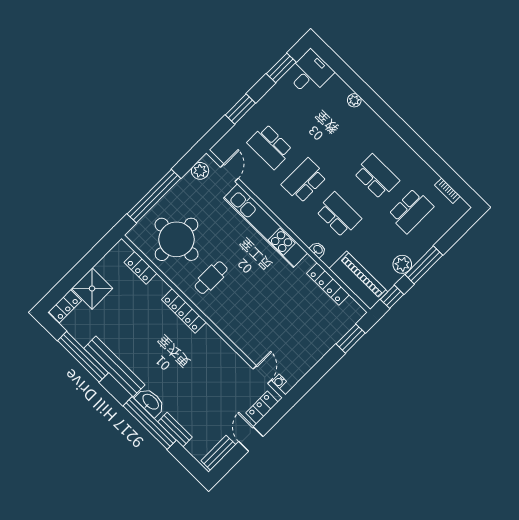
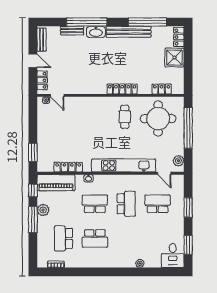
school desk: (339, 215) -> (95, 204), turned 180

